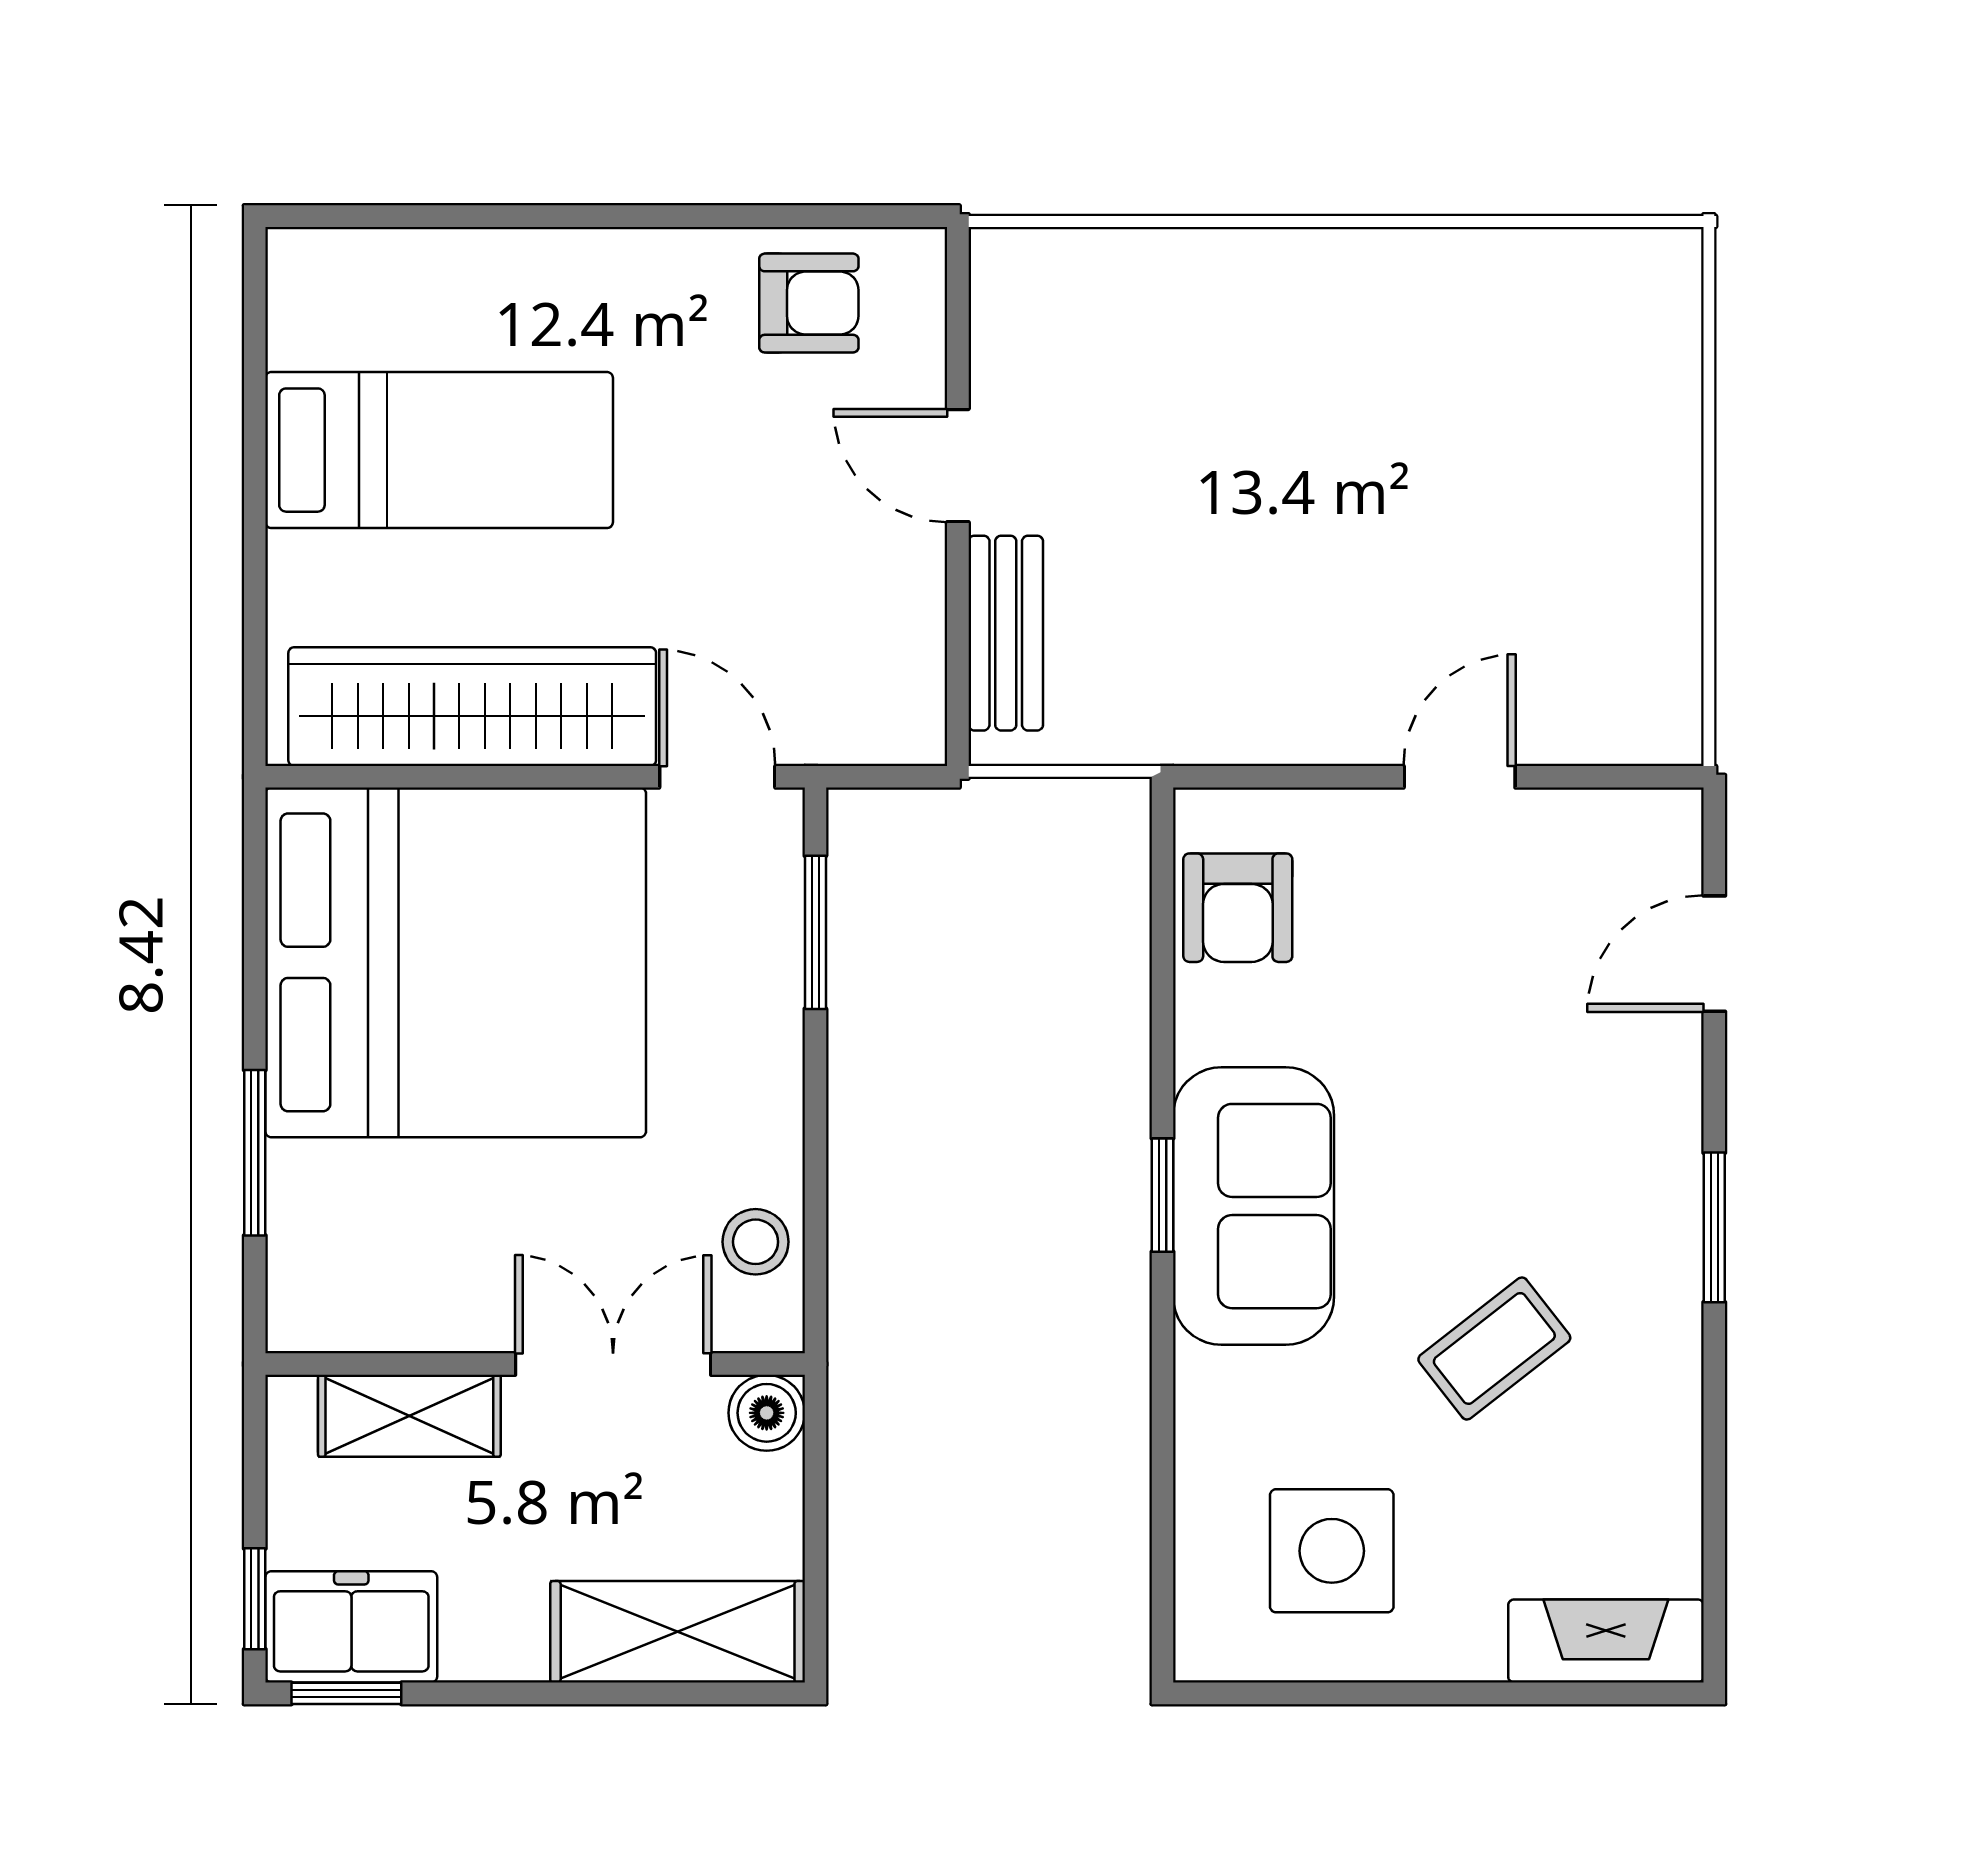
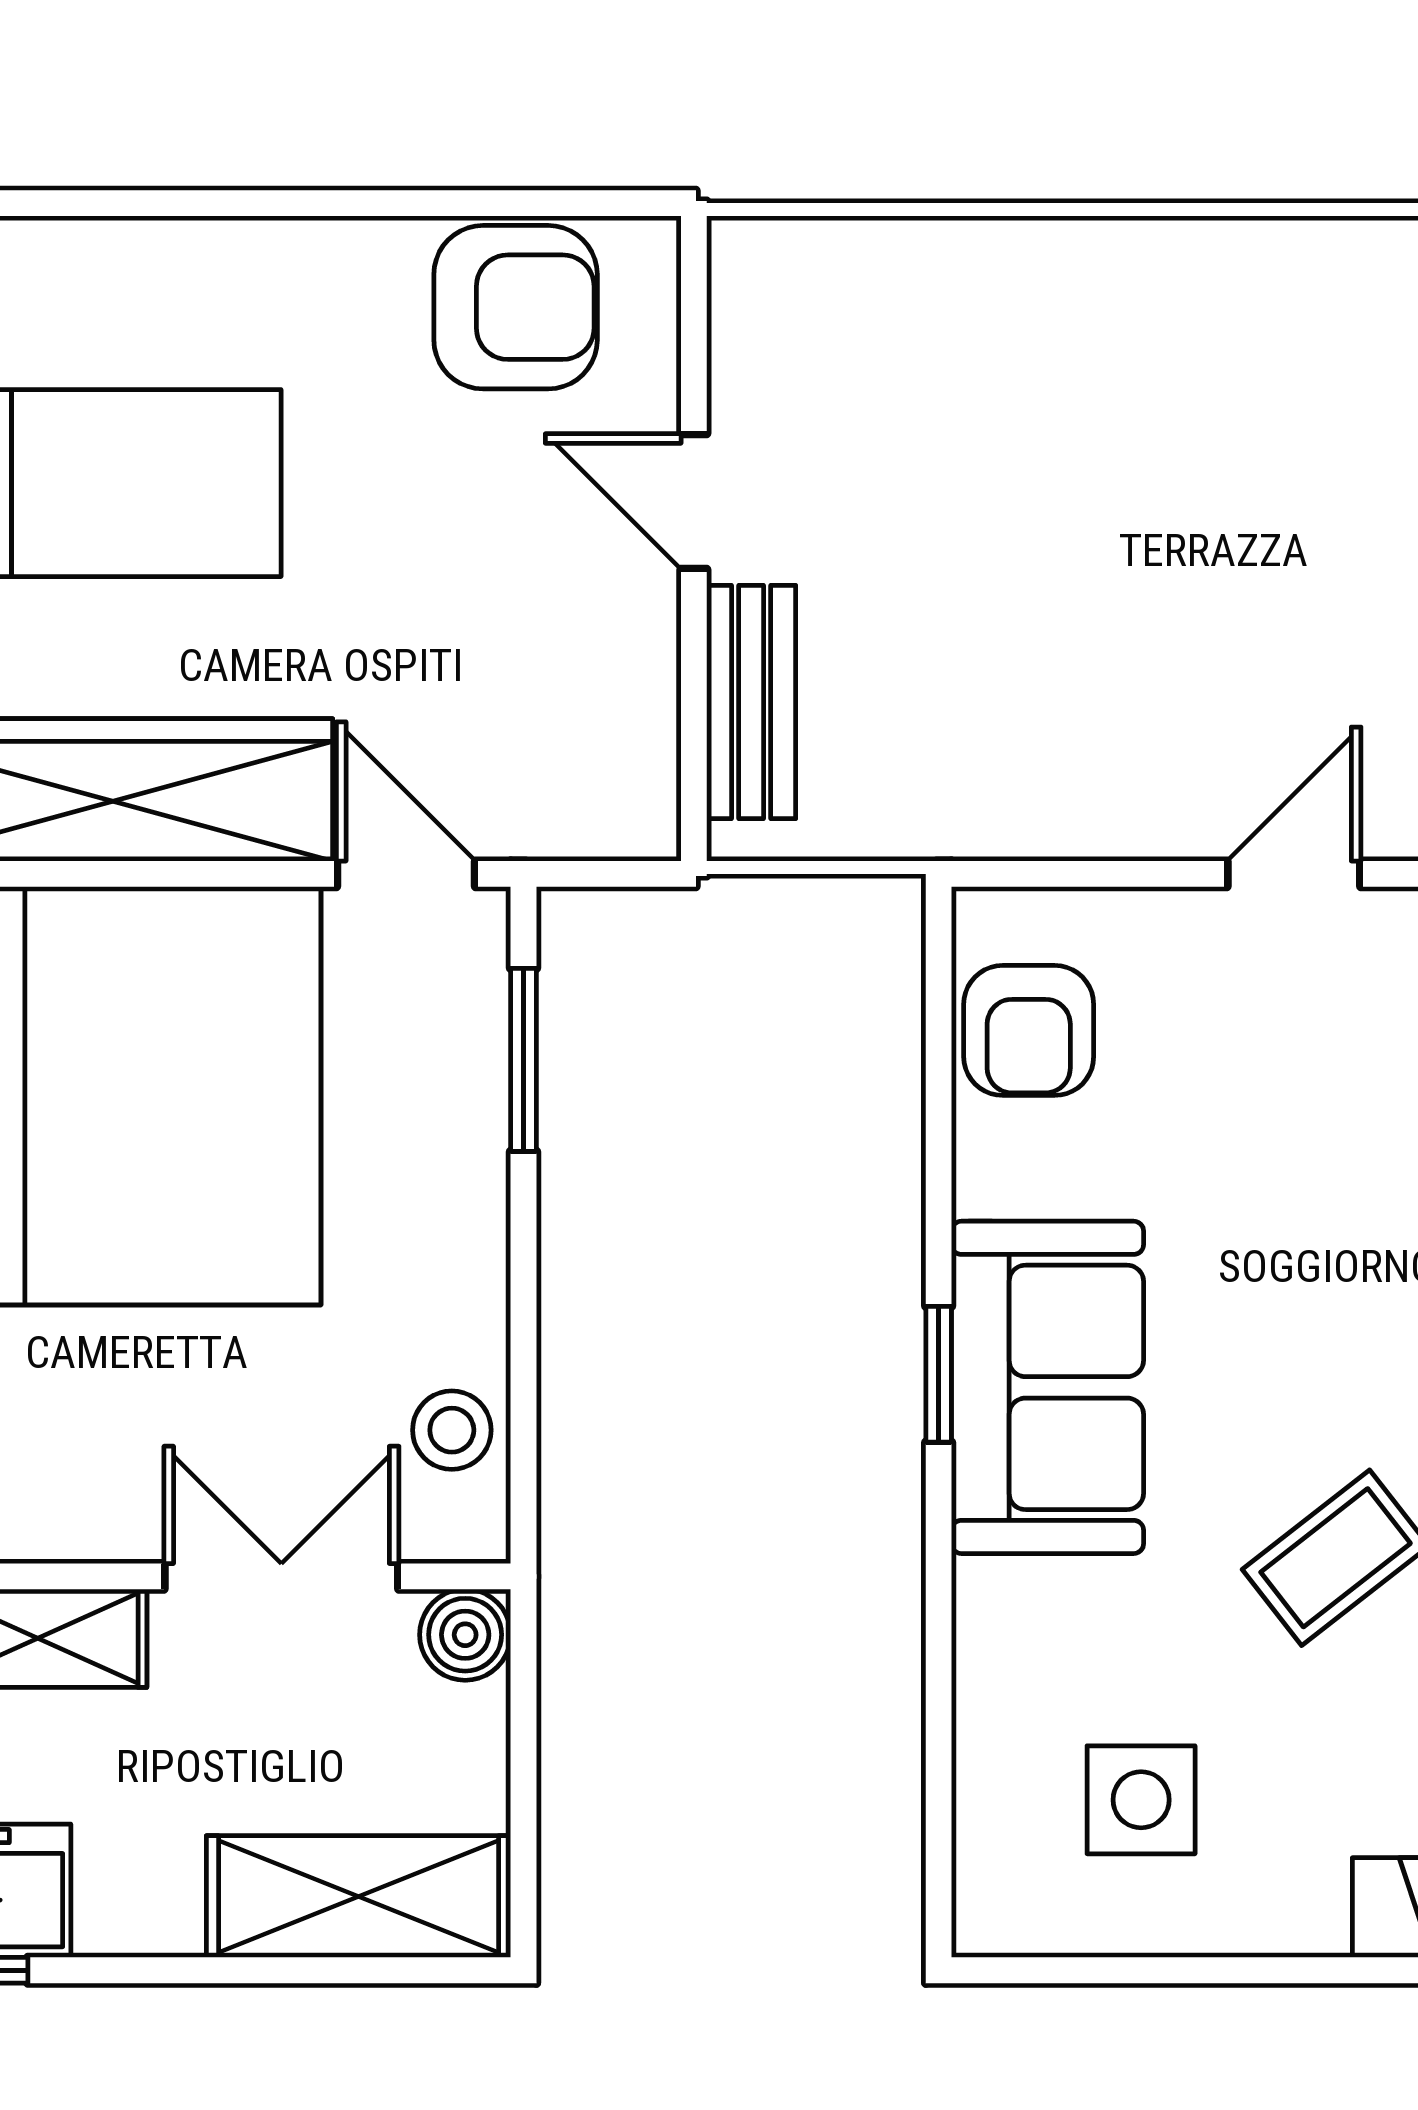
armchair: (809, 303) -> (516, 307), width x1.38, depth x1.38
side table: (1332, 1551) -> (1141, 1800), width x0.73, depth x0.73

